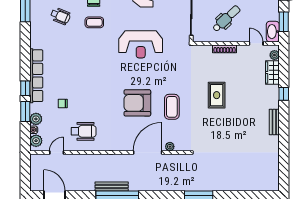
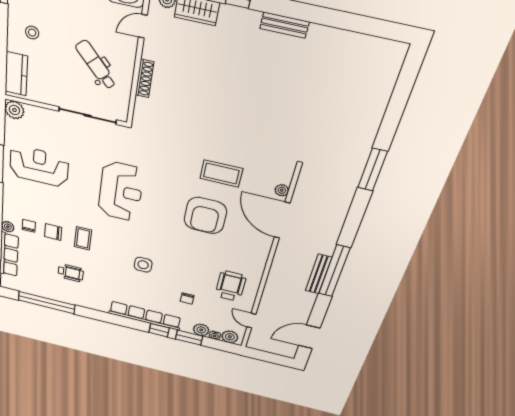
wheelchair: (60, 16) -> (71, 273), turned 68
side table: (84, 68) -> (143, 265), added
rug: (217, 95) -> (217, 107), removed

